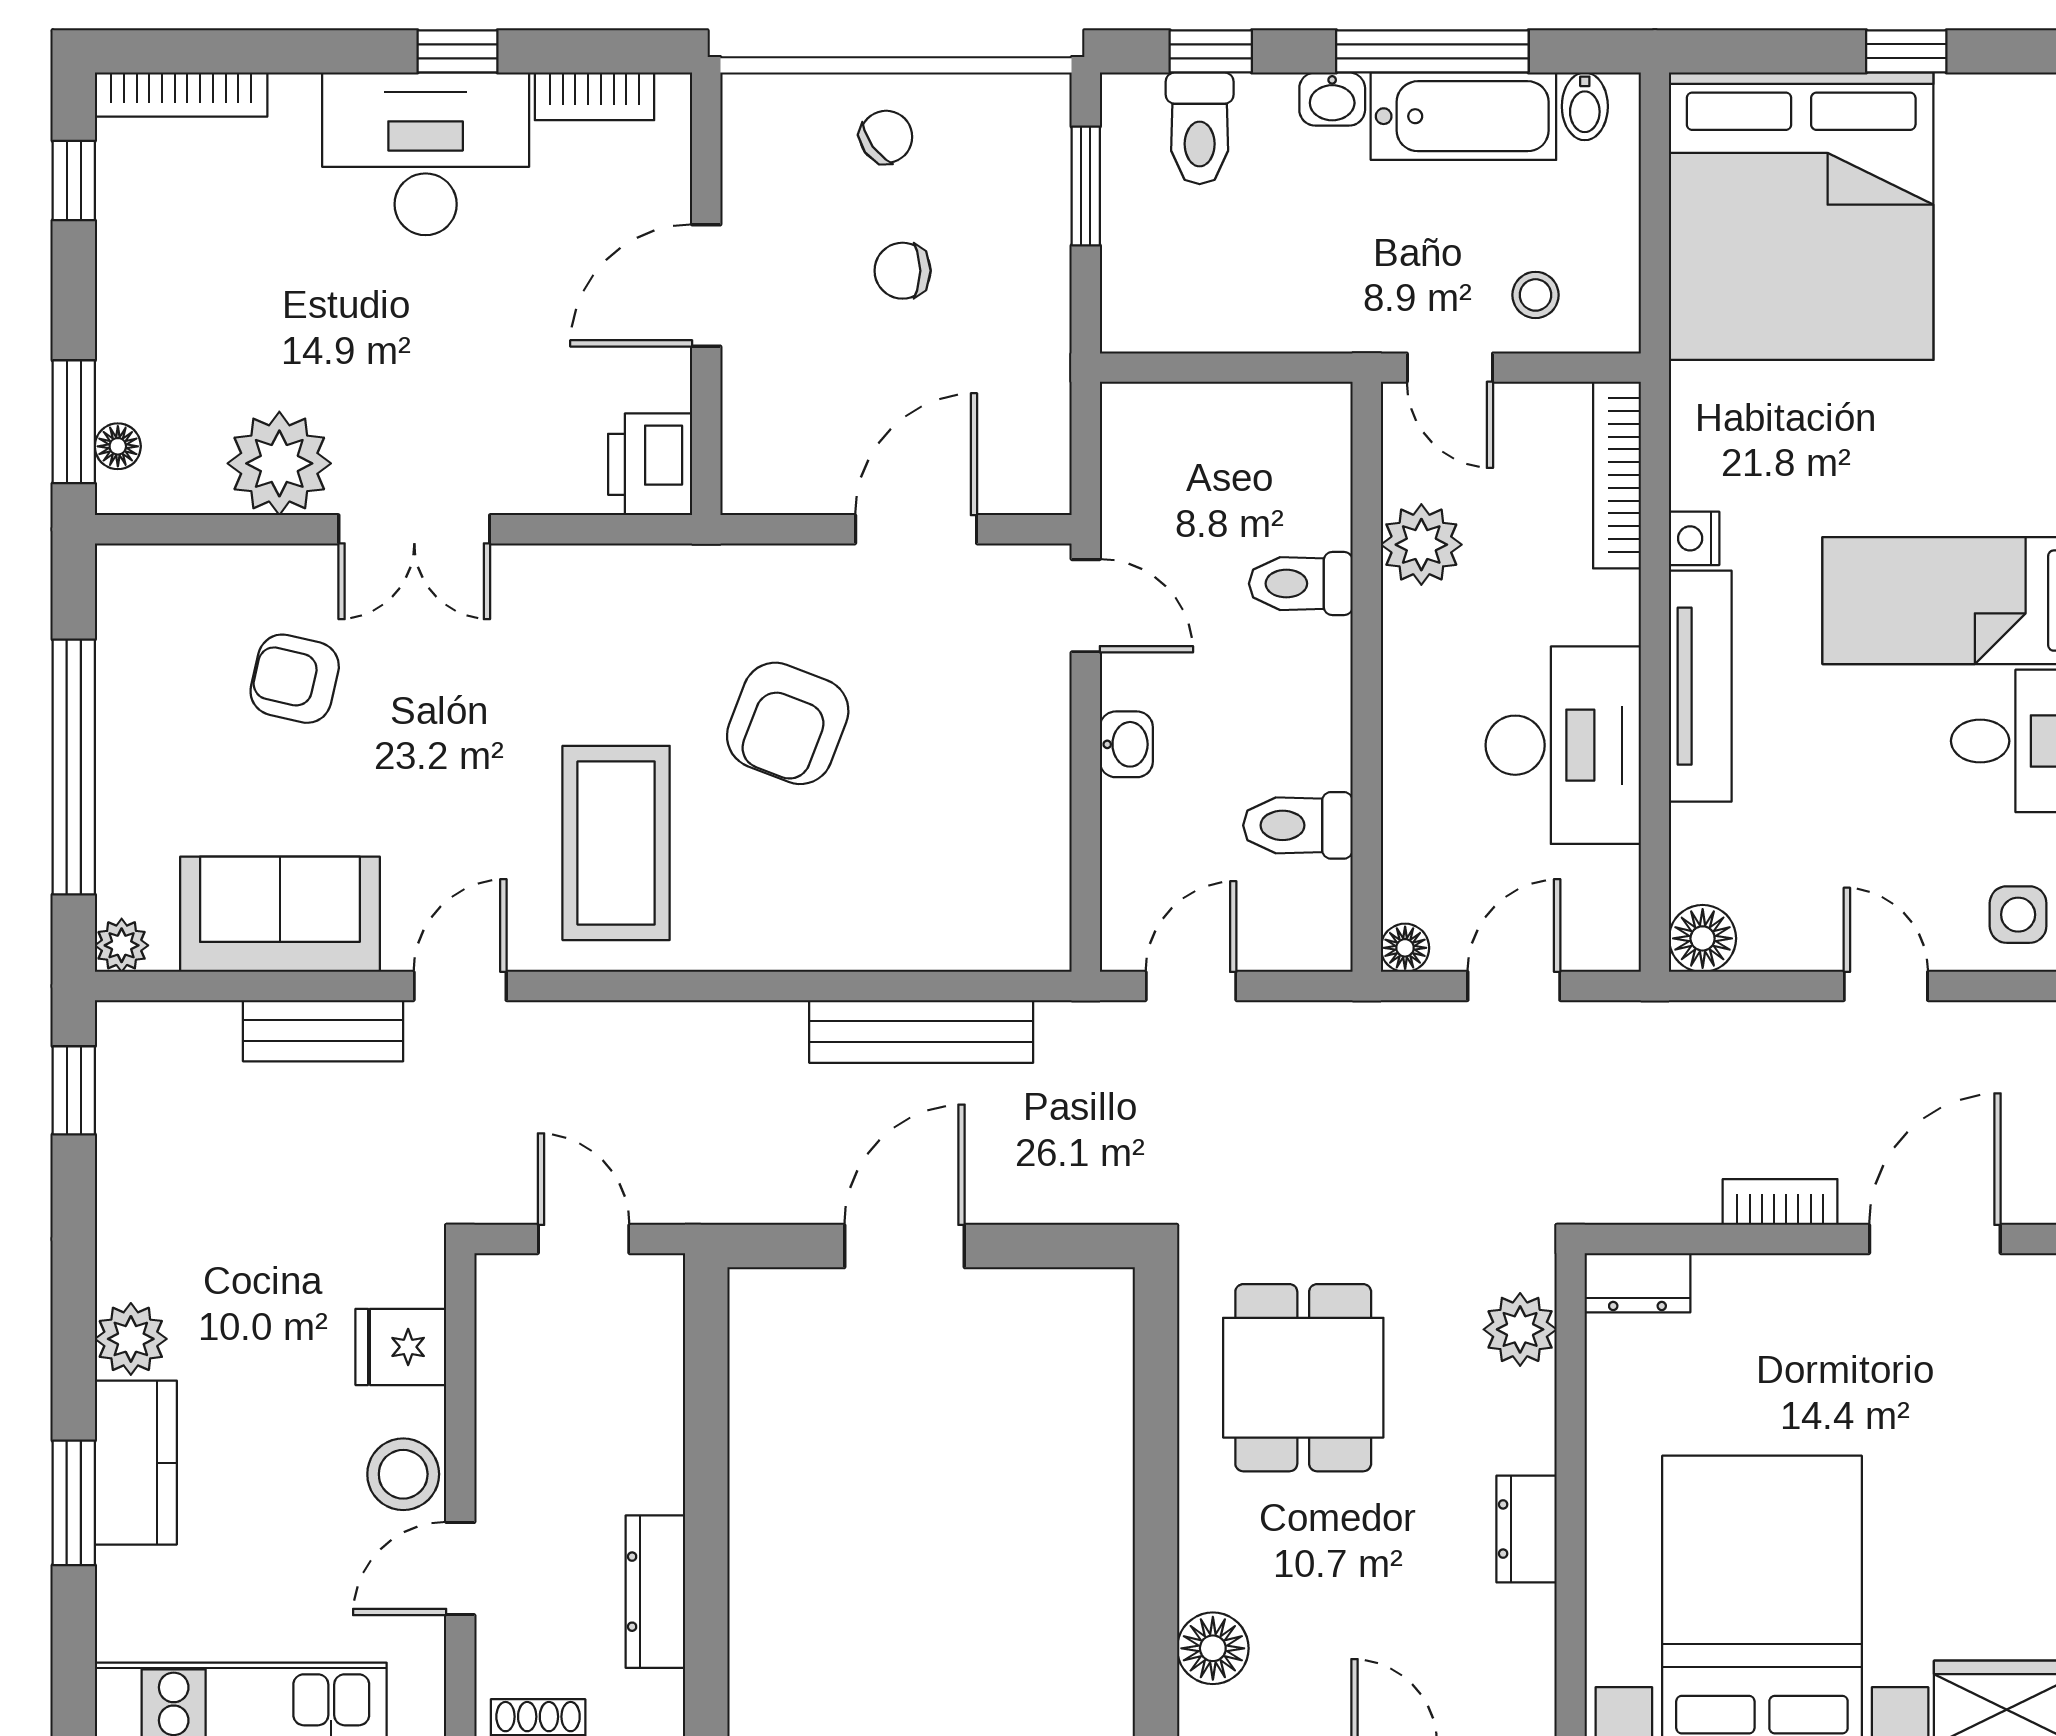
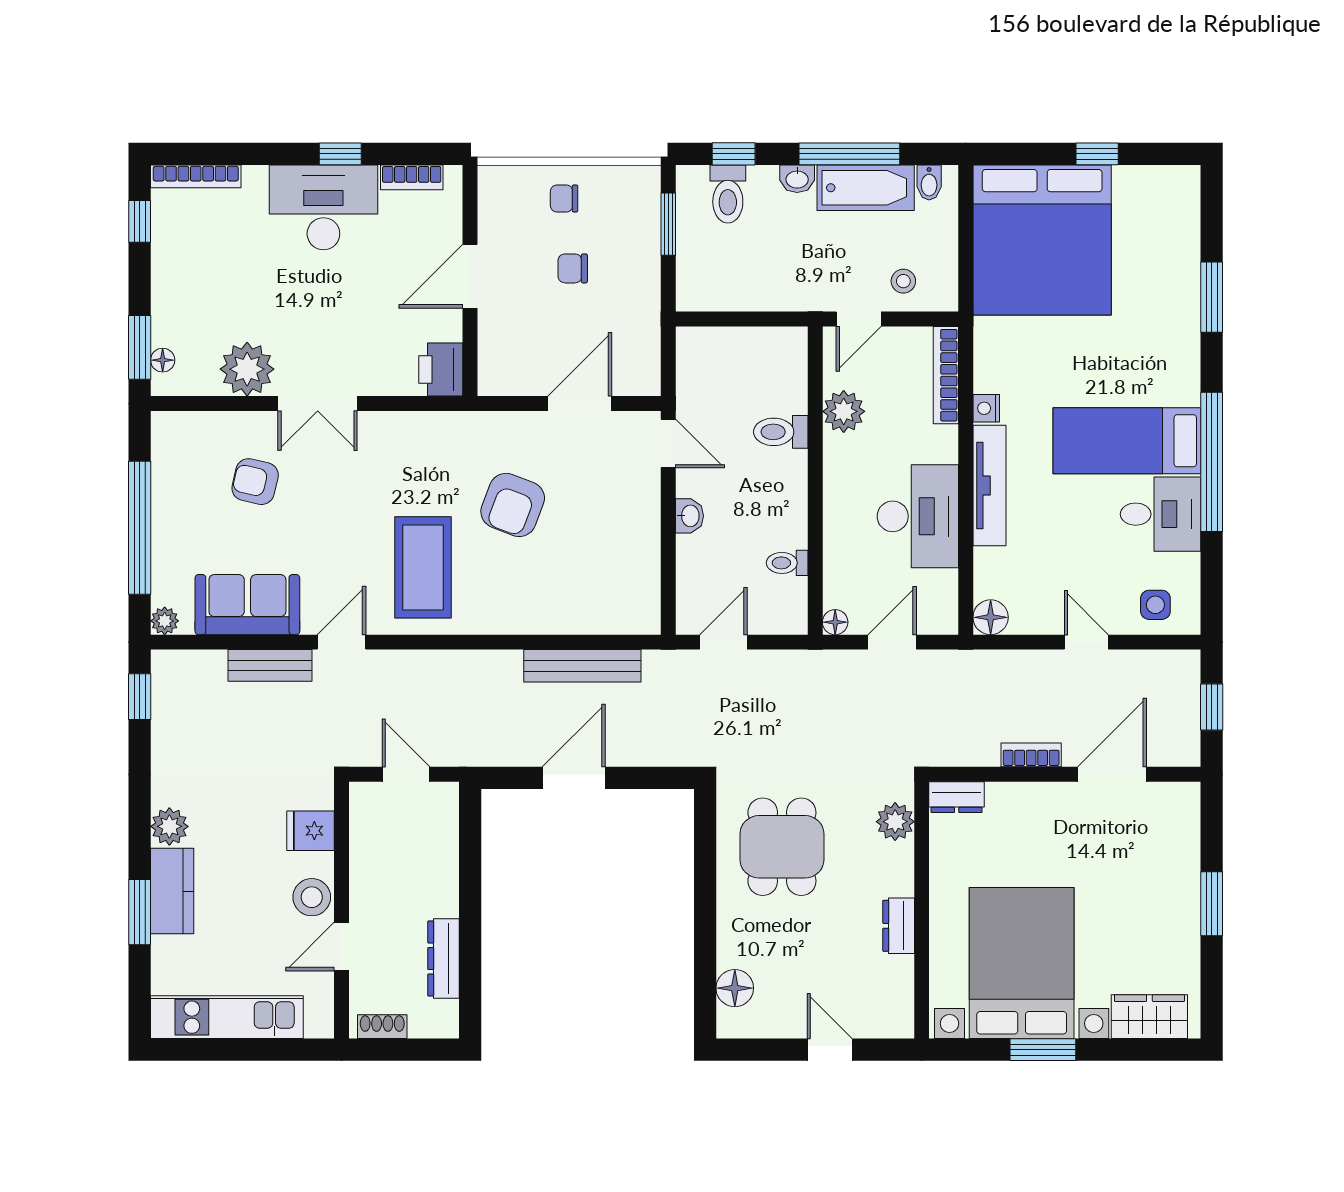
chair: (886, 137) -> (564, 198), turned -144
door: (1450, 368) -> (859, 319), hinge flipped
toilet: (1298, 825) -> (787, 563), width x0.73, depth x0.72

